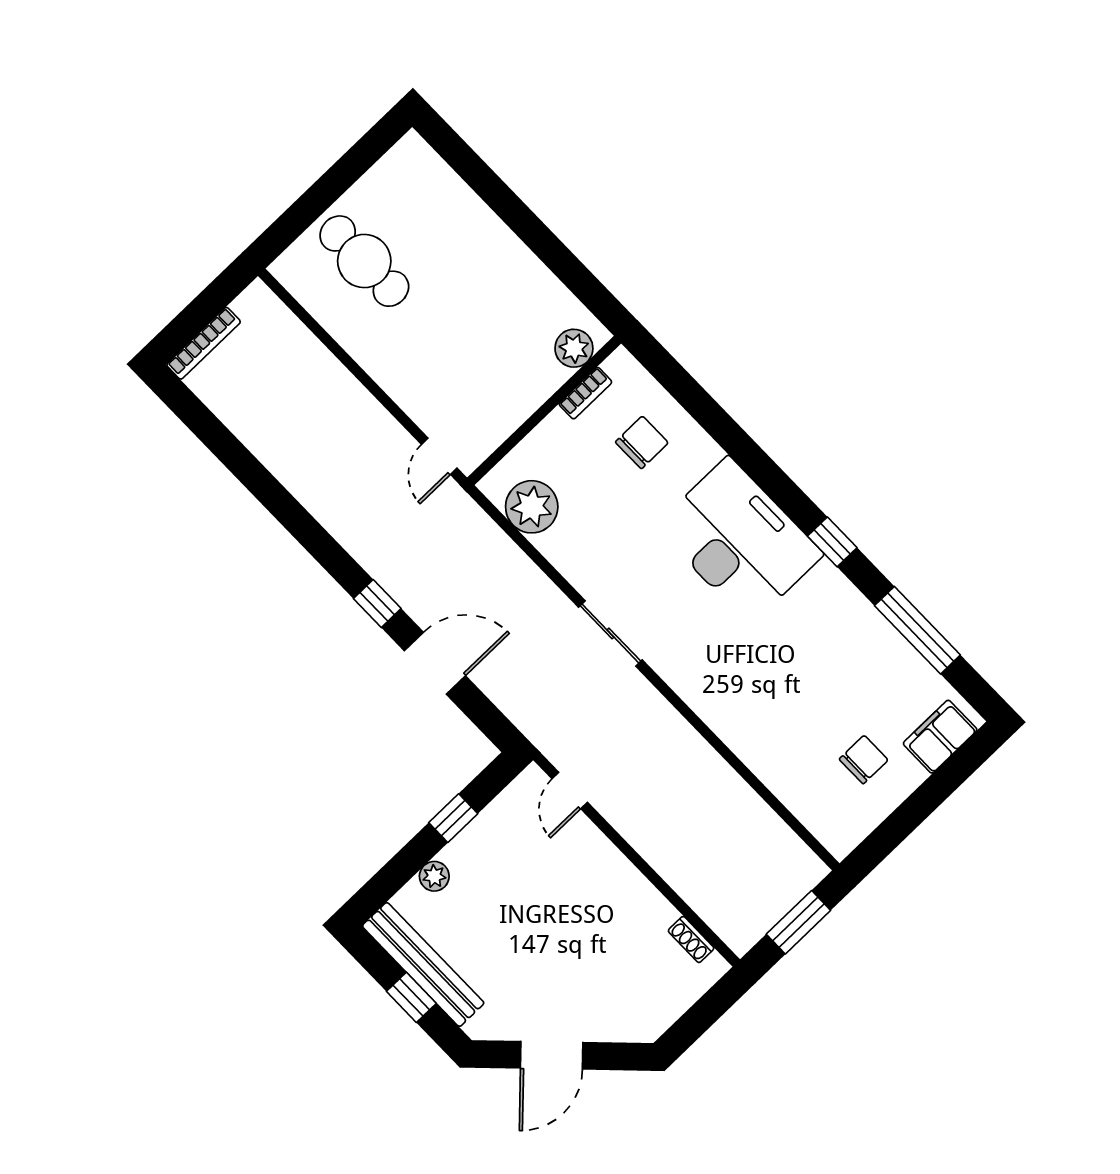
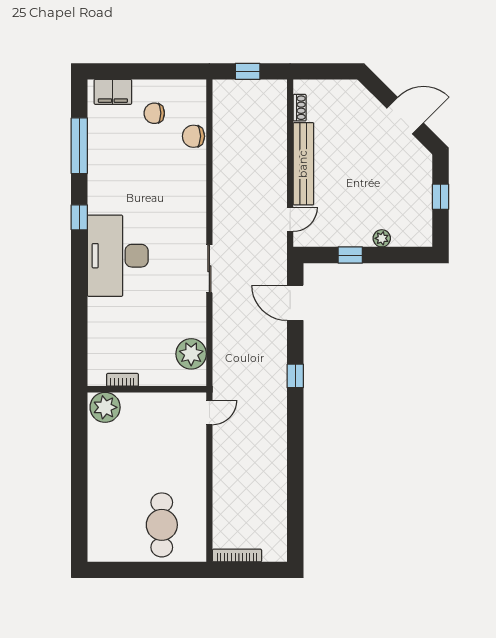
bookcase: (204, 343) -> (237, 556), moved
plant: (574, 348) -> (105, 407), width x1.36, depth x1.36
chair: (642, 442) -> (193, 136), moved
door: (435, 663) -> (295, 303), moved
window: (798, 922) -> (248, 71), width x0.67
bench: (423, 964) -> (303, 164), moved

